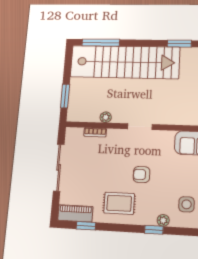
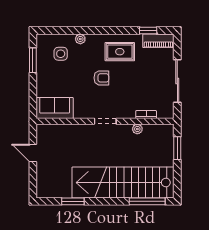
window: (154, 230) -> (88, 31), removed

